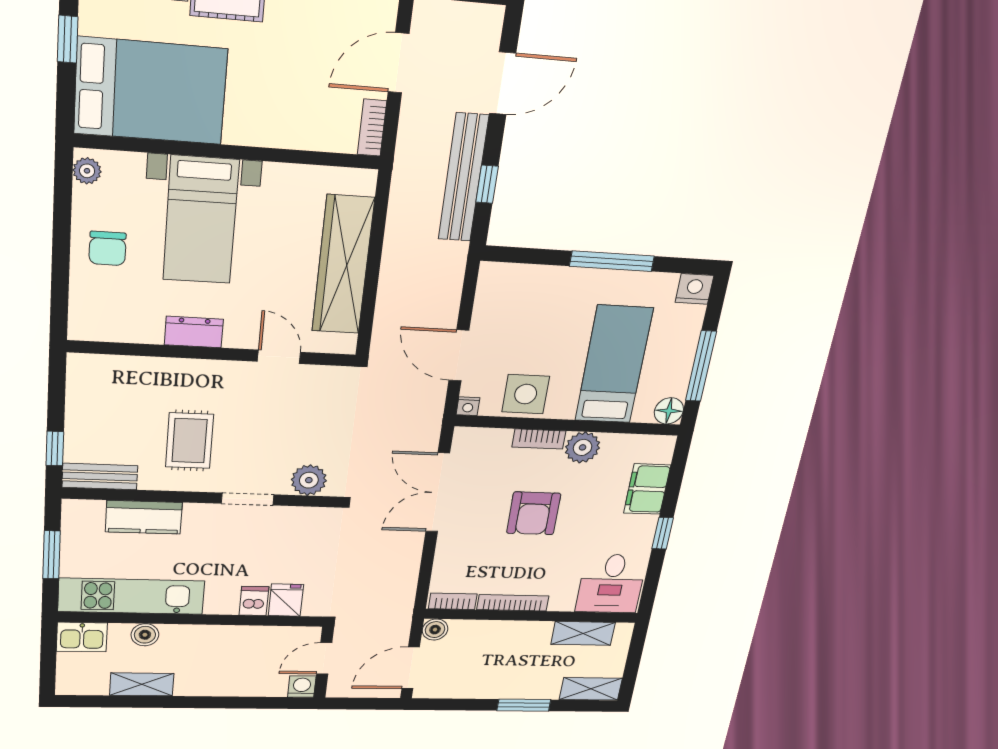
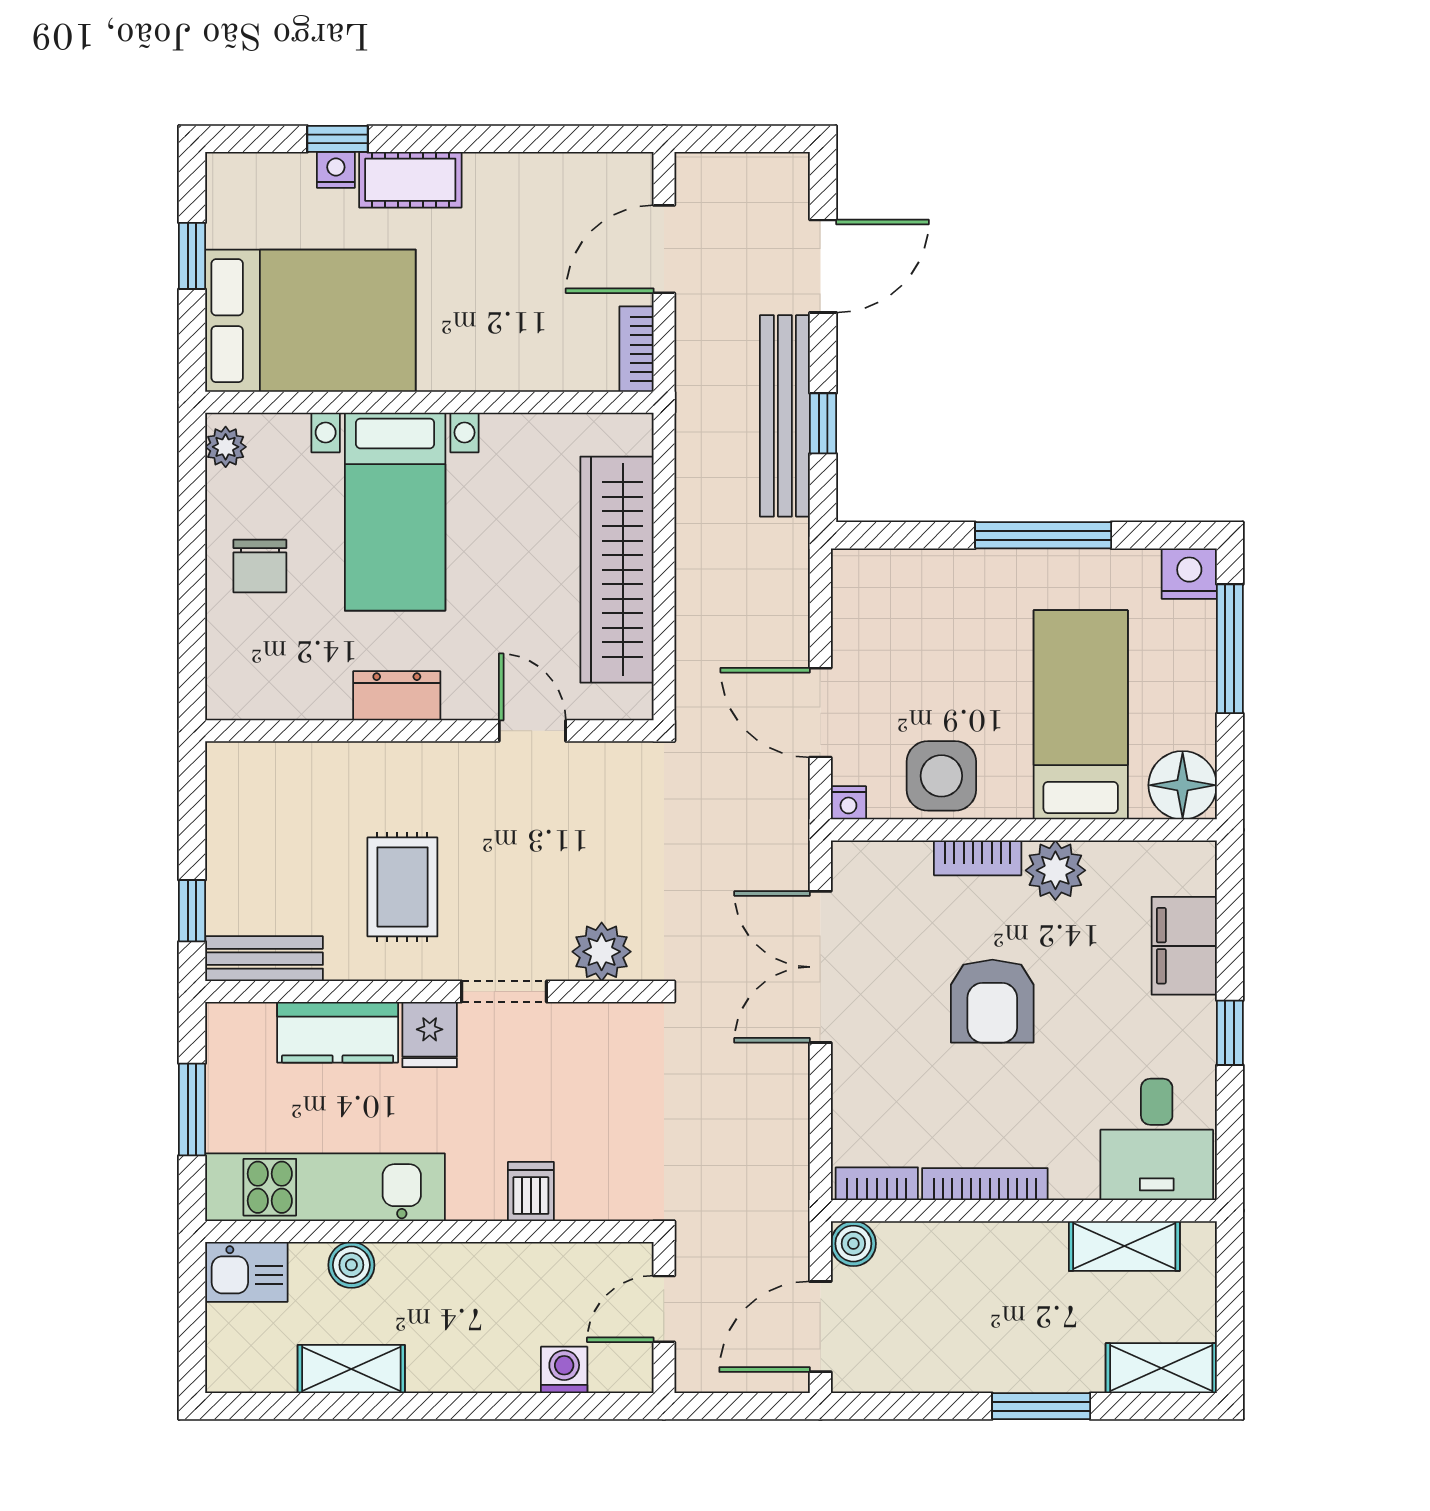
window: (701, 366) -> (1230, 649), moved
floor lamp: (669, 411) -> (1183, 785), width x1.38, depth x1.38
fridge: (286, 600) -> (430, 1035), moved, turned 180
washing machine: (302, 687) -> (564, 1370), moved

